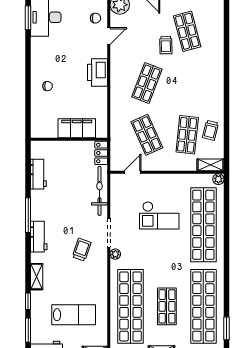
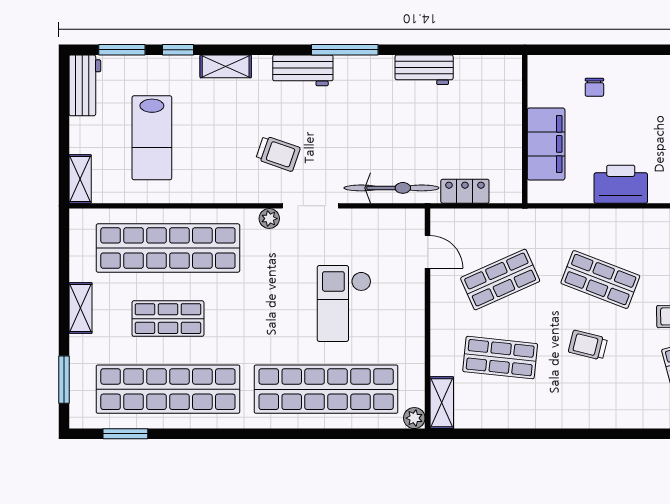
filing cabinet: (77, 128) -> (546, 144), moved
trolley: (210, 130) -> (588, 345), moved
wall: (69, 139) -> (525, 129), moved

